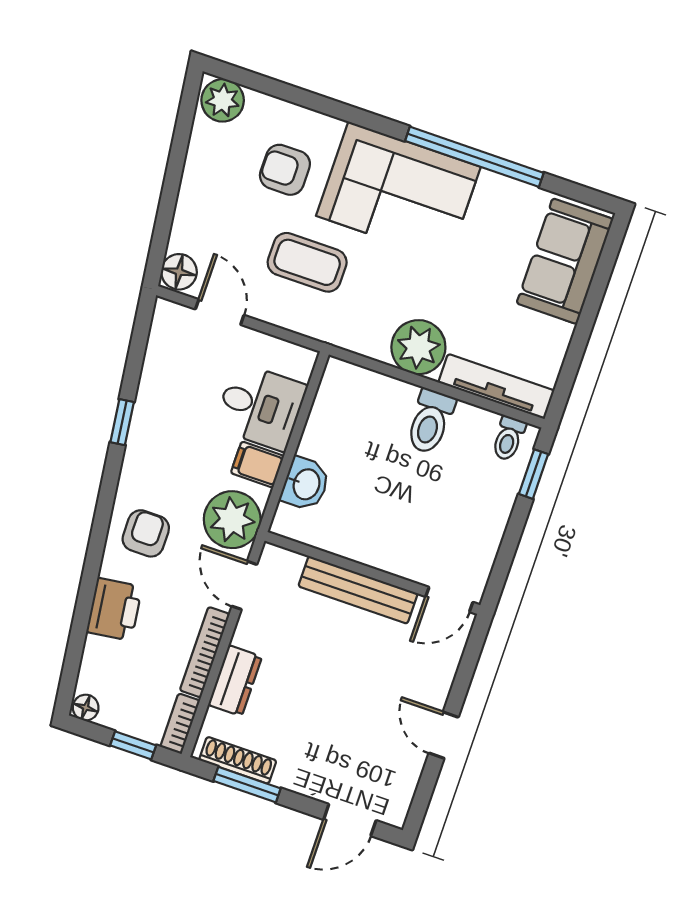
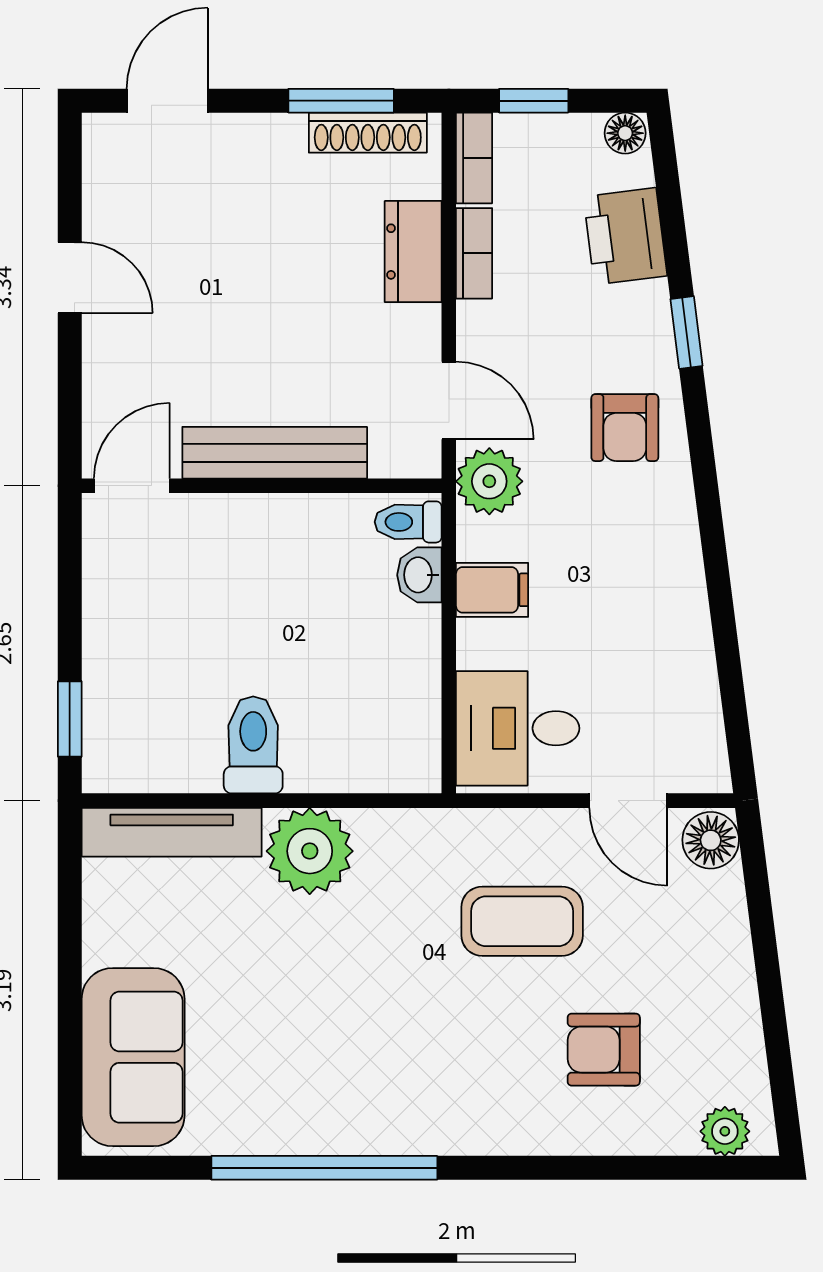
plant: (223, 100) -> (725, 1131), width x0.73, depth x0.73
armchair: (285, 170) -> (604, 1050), turned 180
corner sofa: (398, 191) -> (421, 1076), removed
desk: (260, 407) -> (518, 728), moved
window: (122, 422) -> (687, 332), moved
toilet: (509, 438) -> (408, 522), moved, turned -90
washbasin: (305, 484) -> (419, 575), width x0.72, depth x0.69
plant: (232, 520) -> (489, 481), width x0.73, depth x0.73
printer: (114, 609) -> (625, 236), moved
bookcase: (205, 652) -> (474, 253), width x0.64

